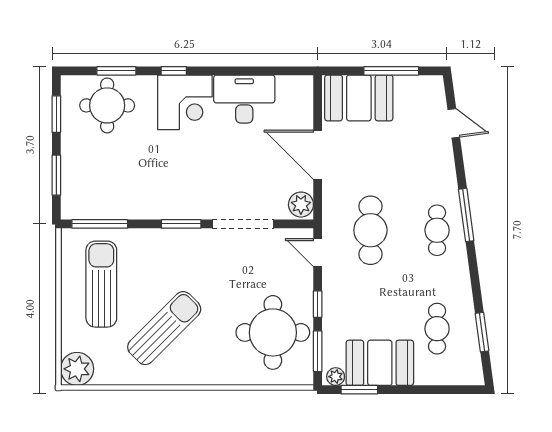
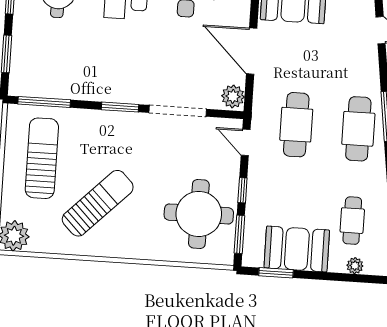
cafe table: (437, 230) -> (358, 129), width x1.37, depth x1.35
plant: (336, 377) -> (355, 266), moved

